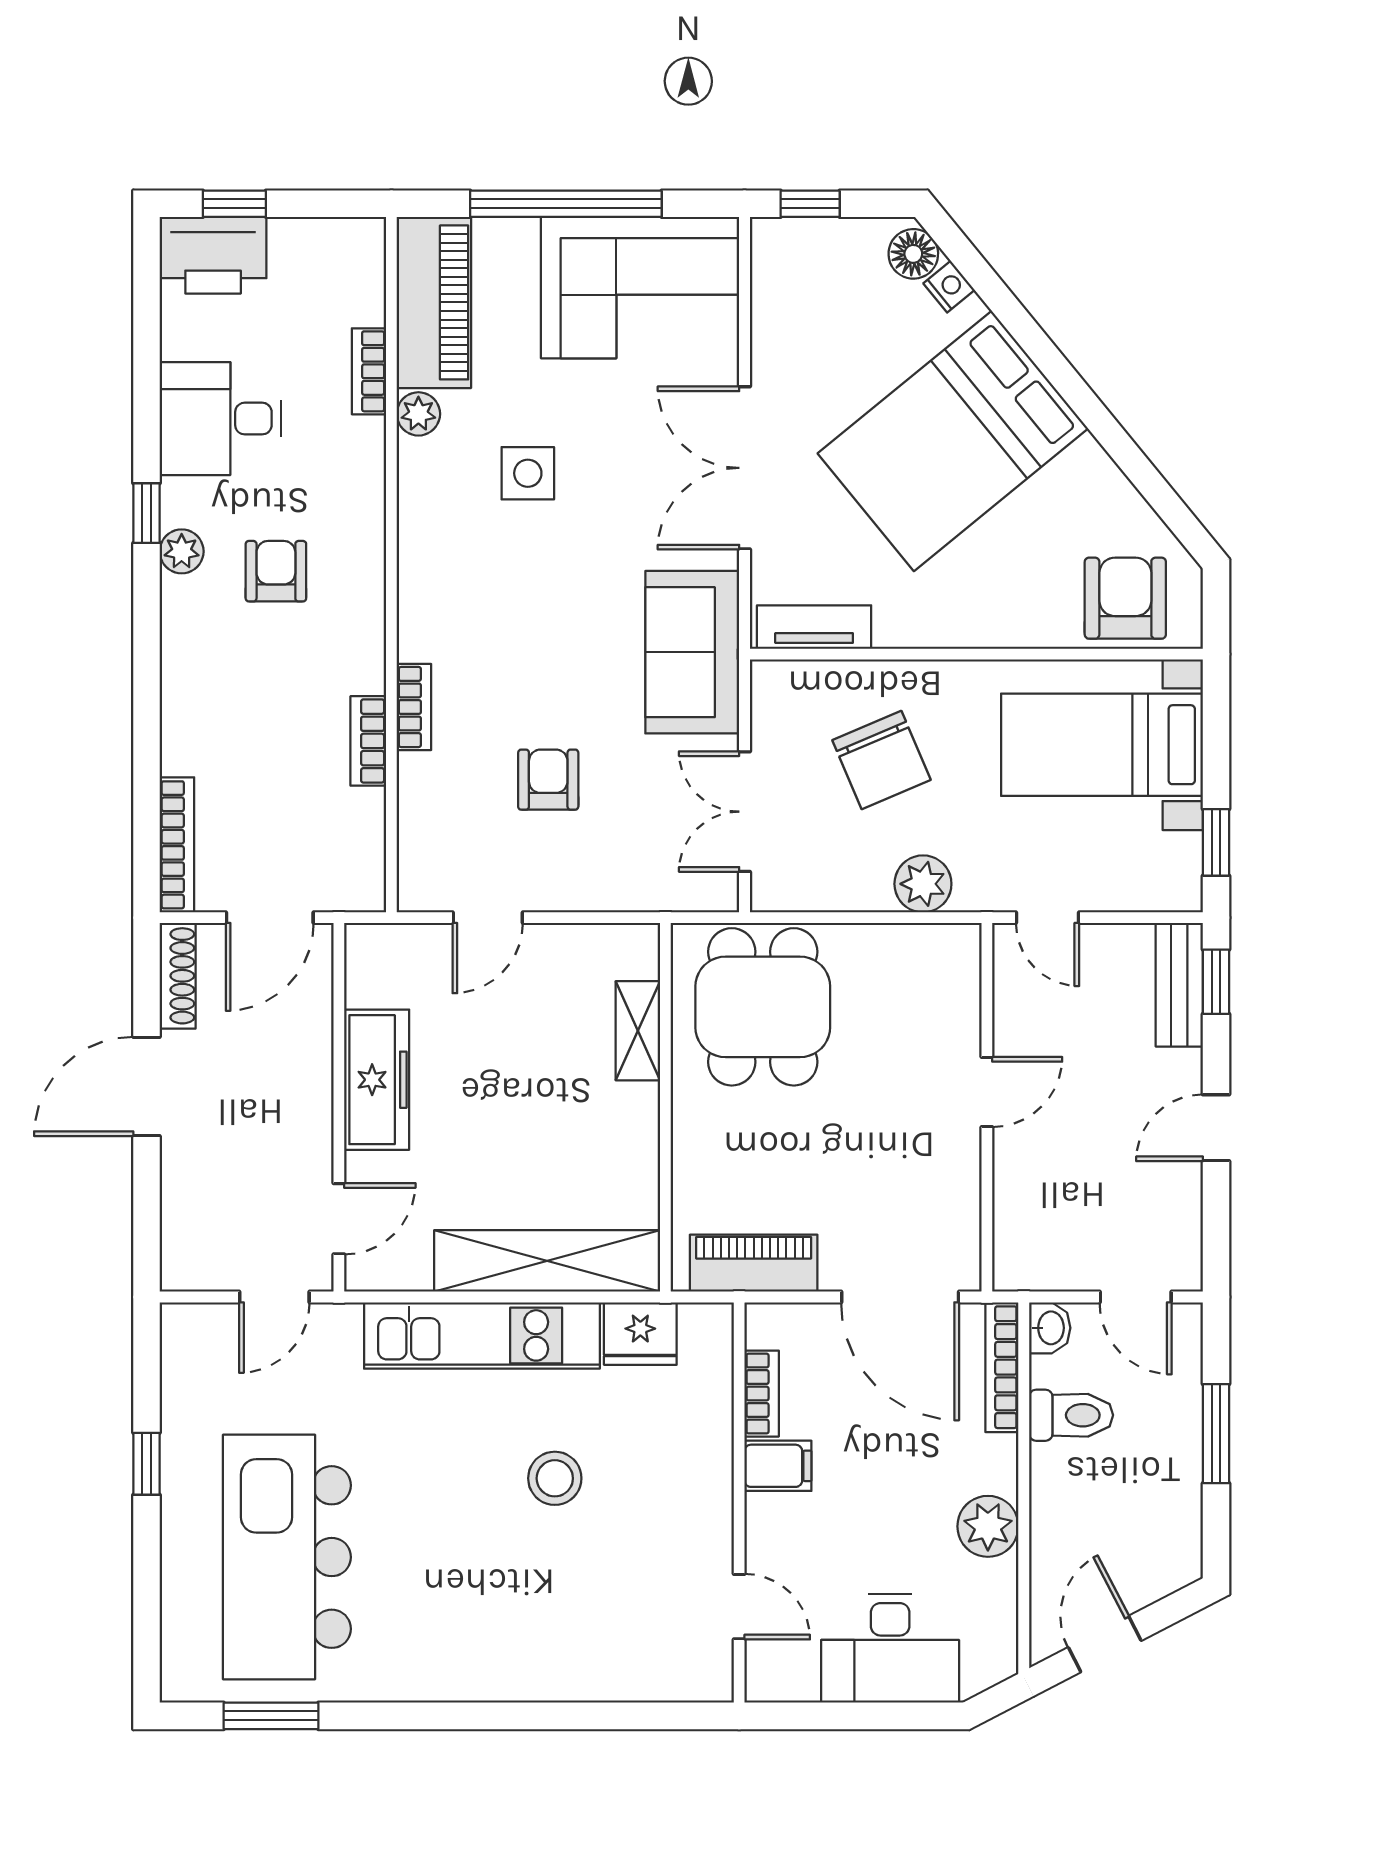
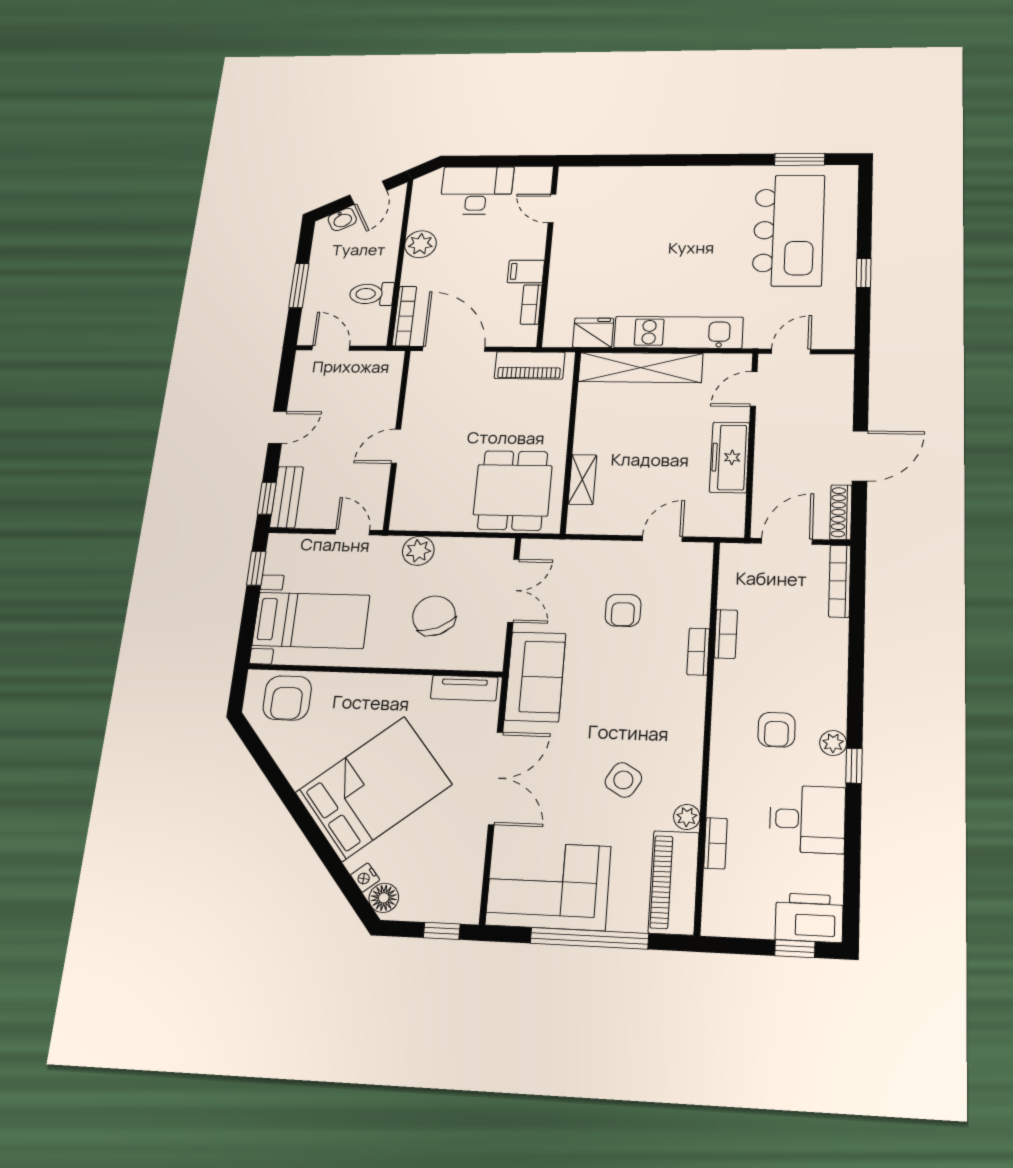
side table: (528, 473) -> (623, 780), turned 31
washbasin: (1050, 1328) -> (342, 219), moved, turned -117
stool: (555, 1478) -> (644, 266), removed

